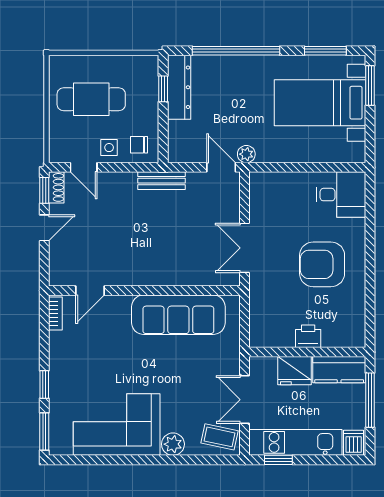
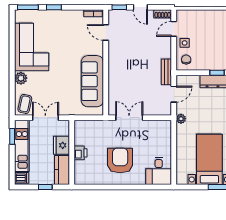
cafe table: (91, 99) -> (211, 33), removed
door: (221, 167) -> (174, 94), moved
window: (44, 190) -> (119, 7), moved
window: (370, 400) -> (45, 187), width x0.46

